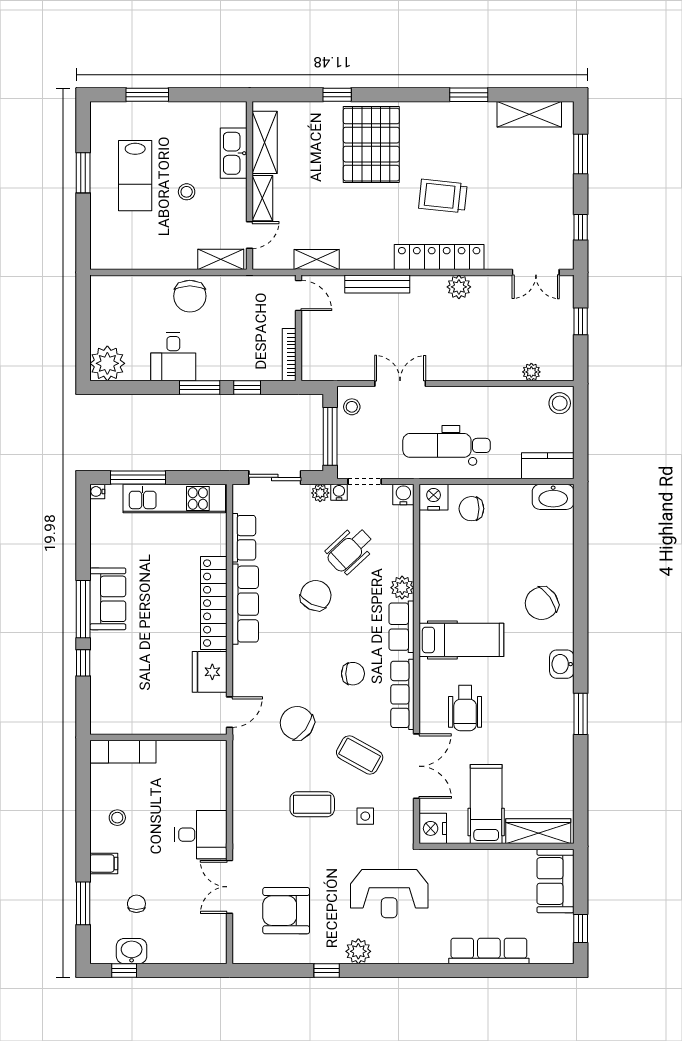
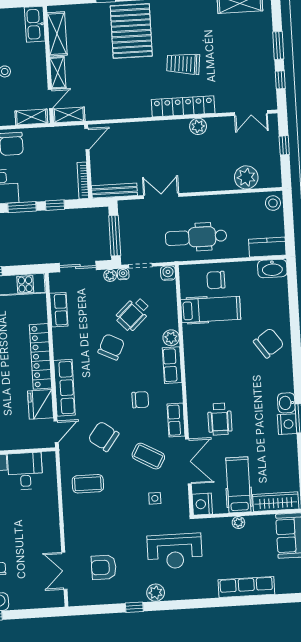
kitchen sink: (234, 153) -> (35, 24), moved
window: (581, 154) -> (278, 45), moved
shelving: (317, 260) -> (69, 115), moved
bench: (377, 284) -> (114, 191), moved
door: (299, 295) -> (87, 139), hinge flipped
plant: (531, 372) -> (246, 177), width x1.88, depth x1.88
stool: (352, 407) -> (129, 214), removed
nightstand: (434, 497) -> (287, 424), moved, turned 90
chair: (542, 603) -> (269, 343), turned 180
row of seats: (245, 604) -> (64, 388), moved
hospital bed: (461, 640) -> (211, 310), moved
washbasin: (562, 664) -> (286, 403), moved
row of seats: (402, 694) -> (176, 420), width x0.68
coffee table: (312, 804) -> (88, 484), moved
desk: (201, 835) -> (25, 471), moved, turned -90
plant: (483, 858) -> (238, 522), added
double door: (230, 887) -> (64, 571), moved
armchair: (286, 911) -> (104, 567), width x0.73, depth x0.73

